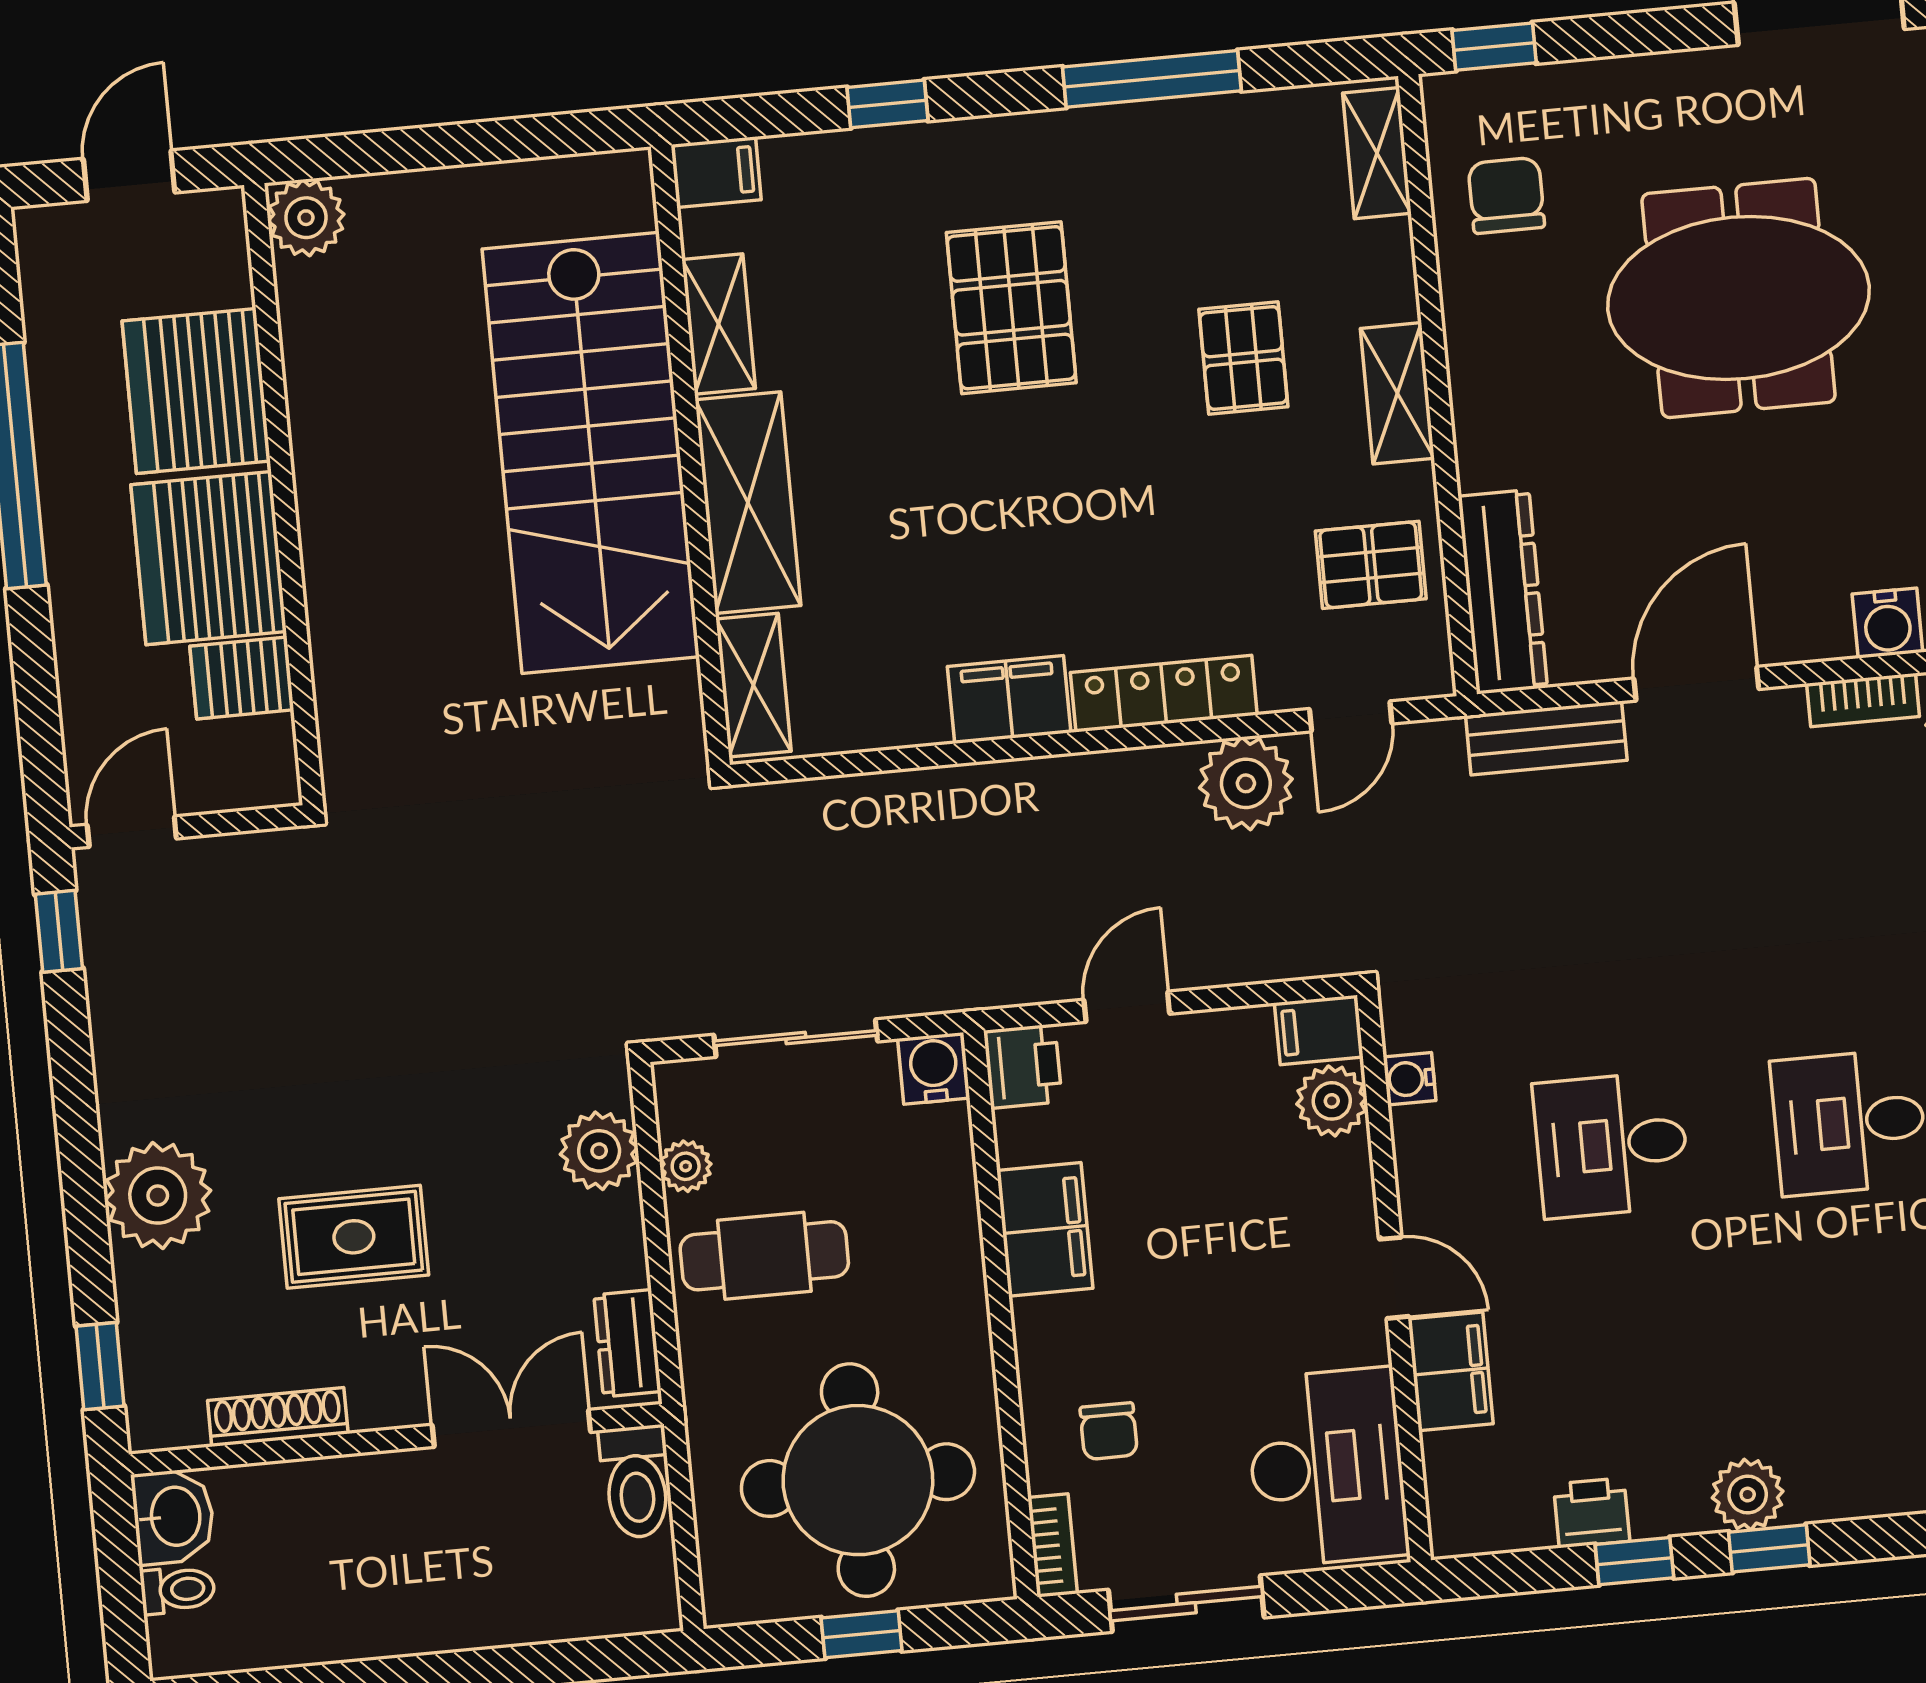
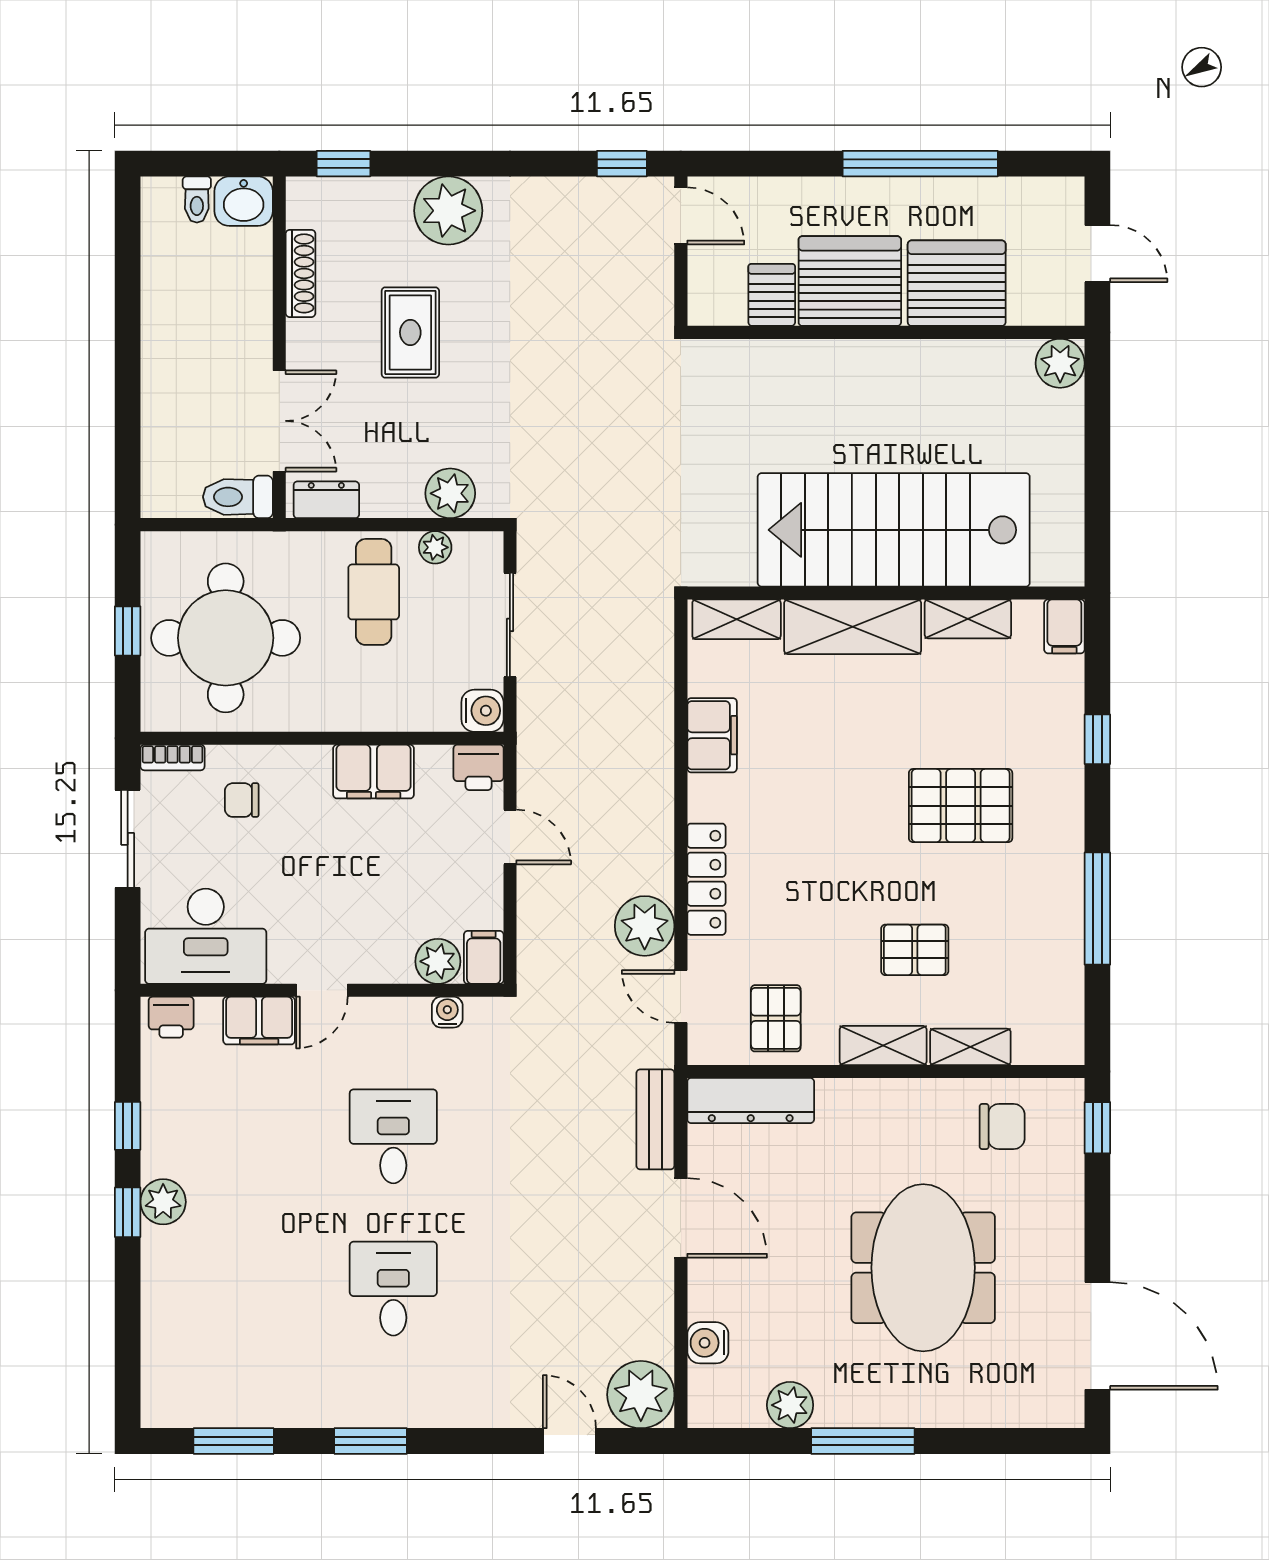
shelving: (1377, 153) -> (970, 1047), moved
filing cabinet: (1009, 700) -> (712, 735), moved
bookcase: (1863, 700) -> (661, 1323), removed
printer: (1592, 1513) -> (171, 1017), moved, turned 90

